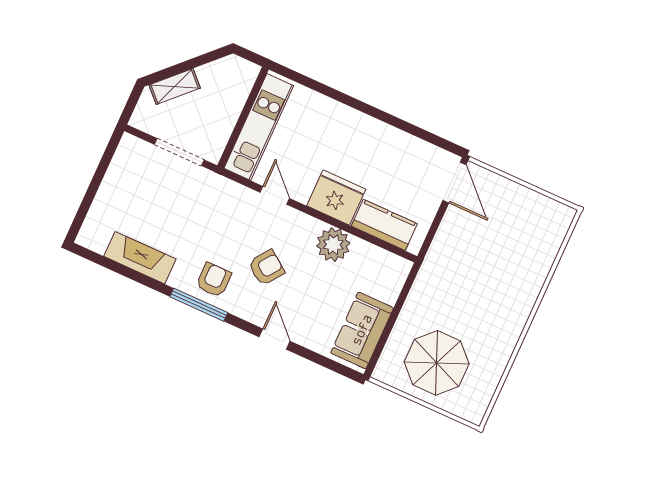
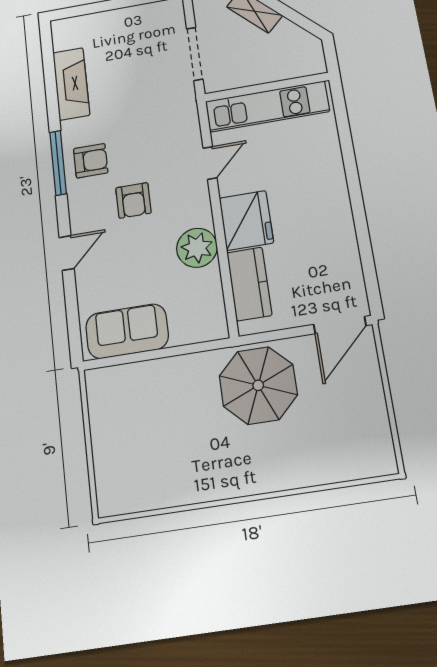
armchair: (266, 268) -> (133, 200), turned 54
parasol: (437, 363) -> (258, 385), moved

